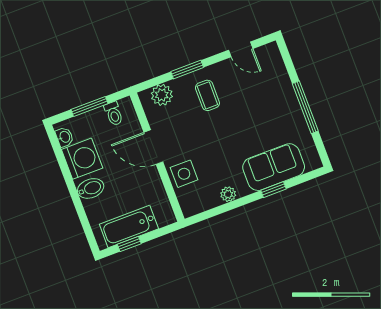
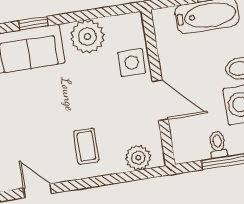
window: (187, 70) -> (103, 180), removed
toilet: (114, 114) -> (218, 145), moved
plant: (228, 194) -> (87, 37), width x1.87, depth x1.87

